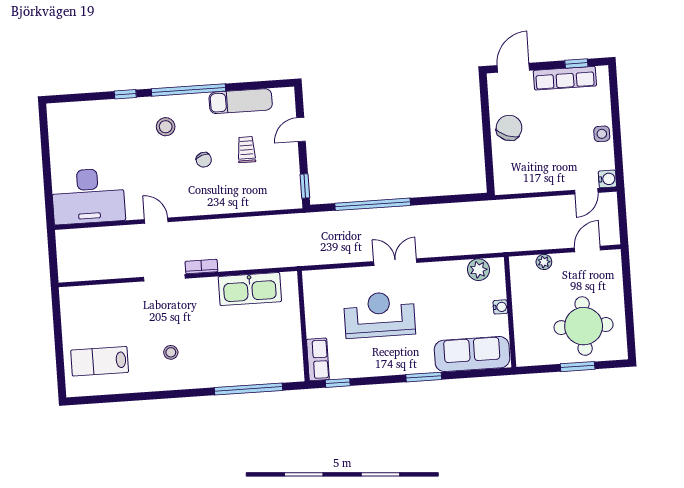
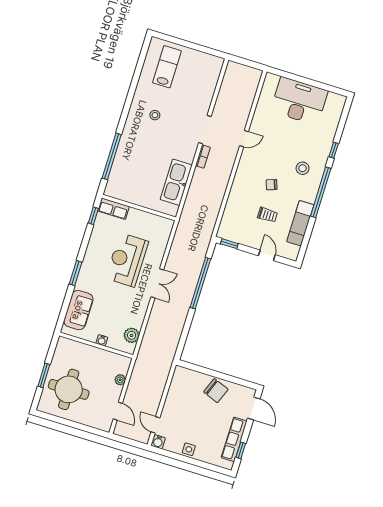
desk: (88, 196) -> (299, 101), moved, turned 90
reception desk: (380, 315) -> (127, 260), turned 180
sofa: (472, 354) -> (78, 310), width x0.73

